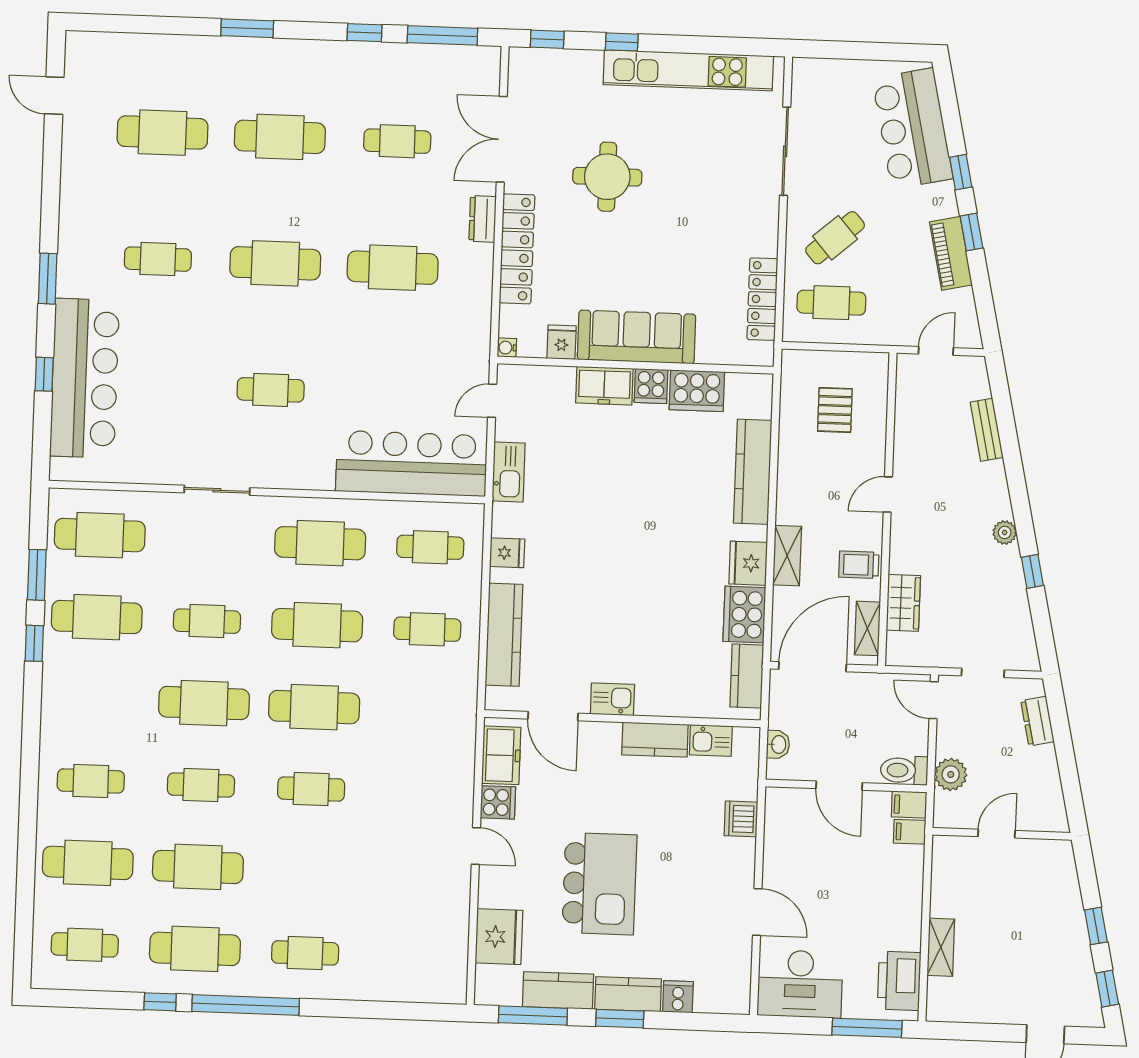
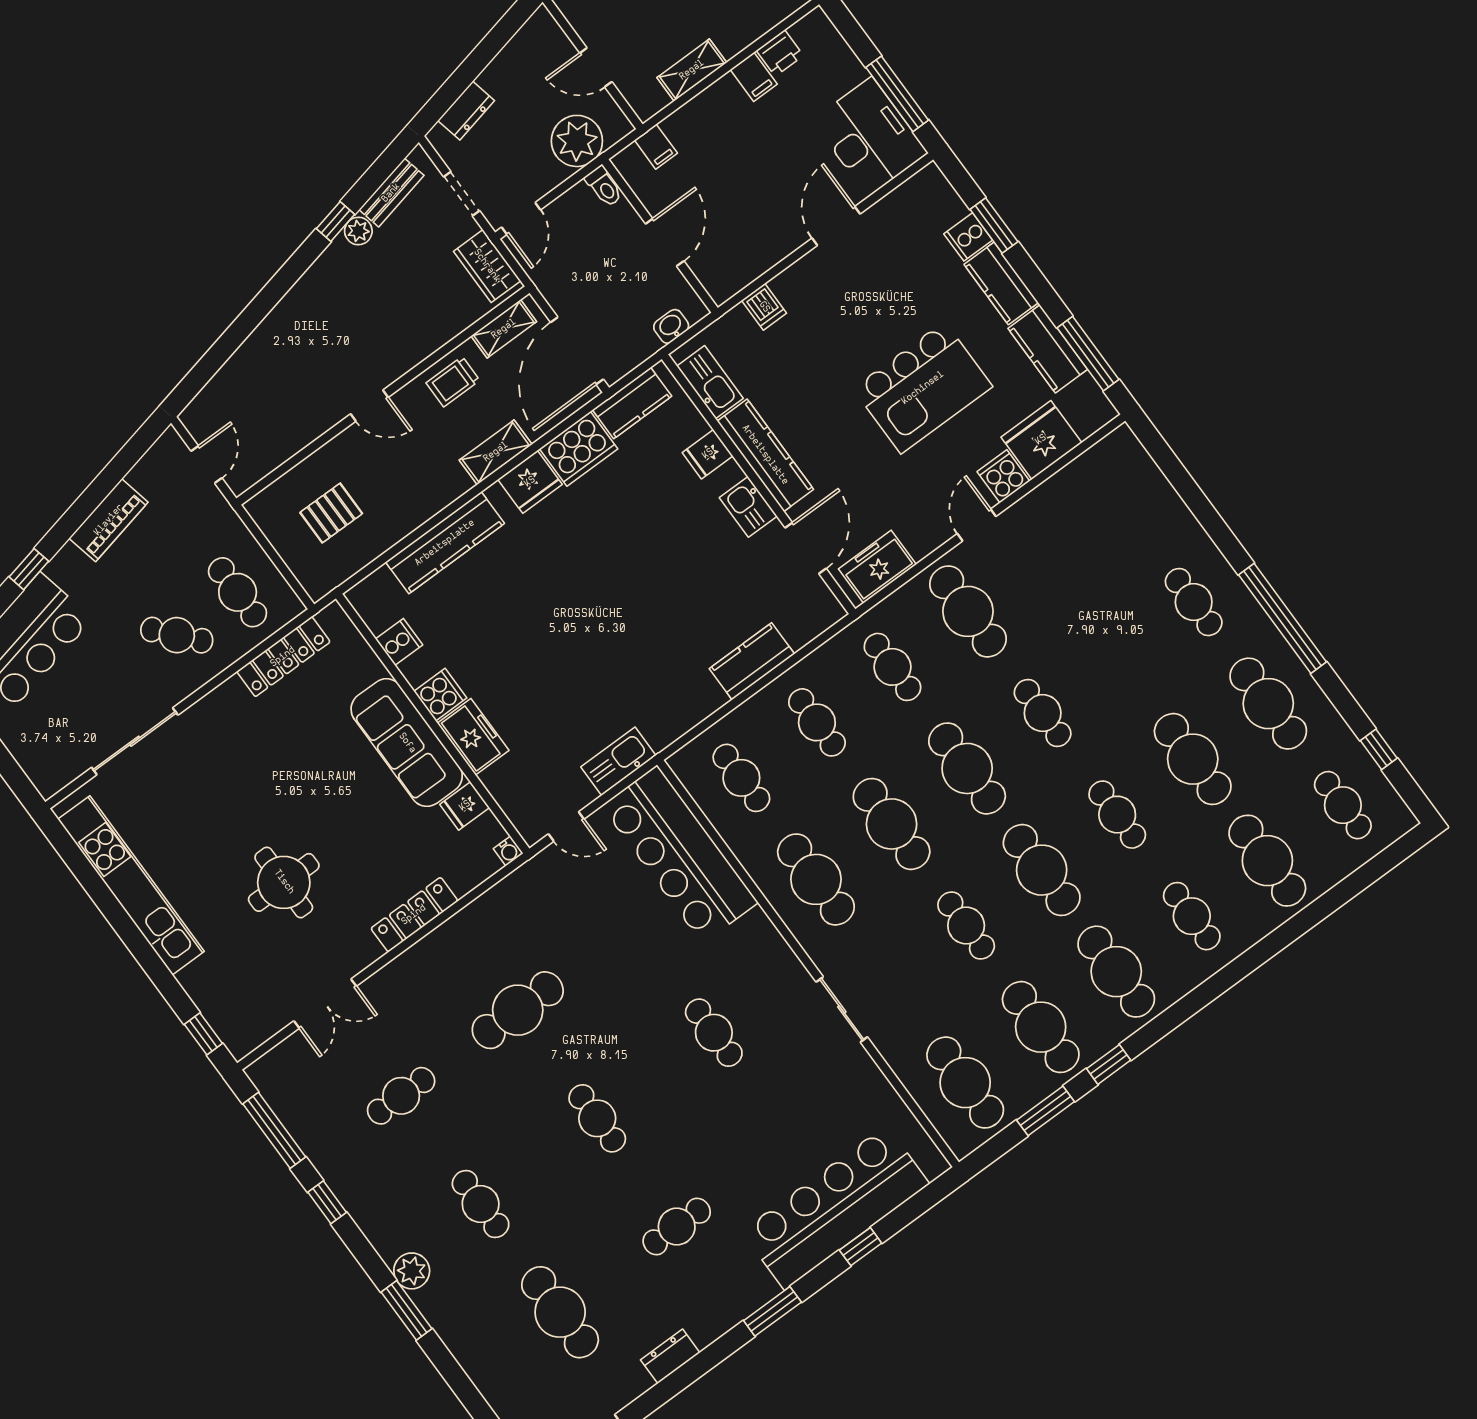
window: (622, 42) -> (153, 965), removed
plant: (271, 53) -> (412, 1271), added
cafe table: (280, 137) -> (481, 1204), width x0.73, depth x0.74
double door: (502, 139) -> (325, 1004), width x0.73
cafe table: (397, 141) -> (401, 1096), turned 90
dresser: (483, 219) -> (670, 1356), moved, turned 180
window: (971, 232) -> (75, 517), removed
locker: (517, 249) -> (414, 915), width x0.71, depth x0.83
cafe table: (158, 259) -> (677, 1227), turned 90
cafe table: (275, 263) -> (597, 1118), width x0.73, depth x0.74
cafe table: (393, 268) -> (518, 1010), turned 90
door: (936, 351) -> (207, 465), swing flipped
cooker: (697, 391) -> (399, 642), width x0.53, depth x0.76
bench: (987, 430) -> (391, 193), moved
plant: (1005, 532) -> (358, 231), moved
fridge: (507, 553) -> (708, 454), moved, turned -90
trolley: (859, 565) -> (453, 382), turned 90
wardrobe: (903, 603) -> (487, 266), moved, turned -90
kitchen counter: (504, 635) -> (752, 661), width x0.67
door: (813, 667) -> (577, 351), hinge flipped
cafe table: (94, 699) -> (1116, 972), added
cafe table: (424, 711) -> (892, 667), added
kitchen counter: (655, 740) -> (765, 455), width x1.50
kitchen sink: (711, 740) -> (710, 382), width x1.38
toilet: (904, 770) -> (604, 186), width x0.73, depth x0.72
plant: (951, 774) -> (577, 141), width x1.36, depth x1.36
cafe table: (421, 793) -> (968, 611), added
cooker: (498, 802) -> (1003, 476), moved
filing cabinet: (909, 805) -> (754, 77), moved
dishwasher: (741, 819) -> (764, 307), width x0.73
kitchen island: (599, 884) -> (923, 388), turned 180
shelving: (941, 947) -> (692, 70), moved
printer: (899, 981) -> (780, 53), width x0.53, depth x0.68
window: (160, 1002) -> (1379, 749), moved
window: (620, 1019) -> (994, 226), moved
window: (867, 1028) -> (897, 94), moved

